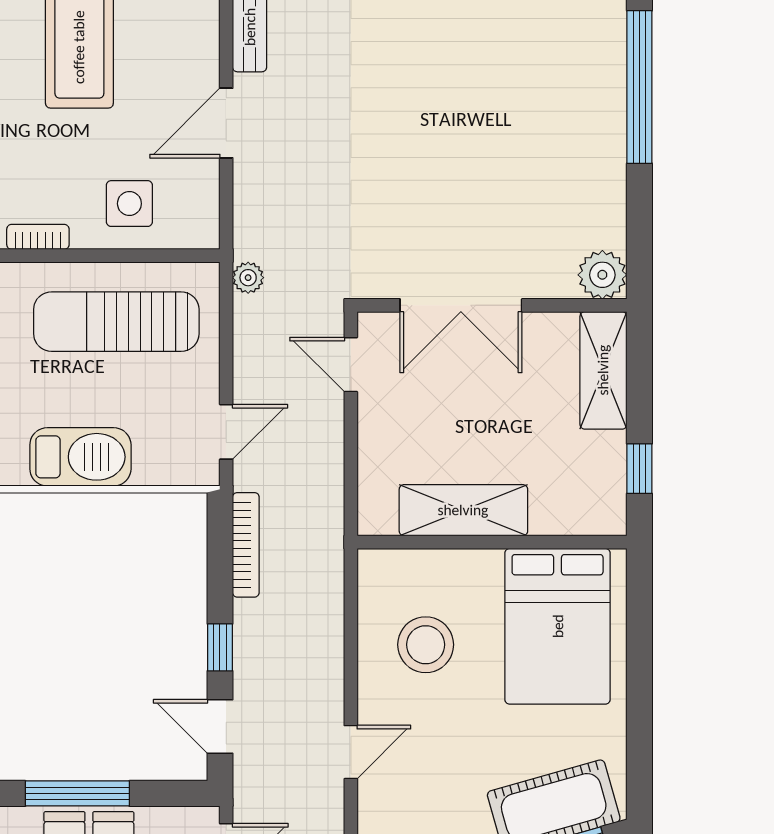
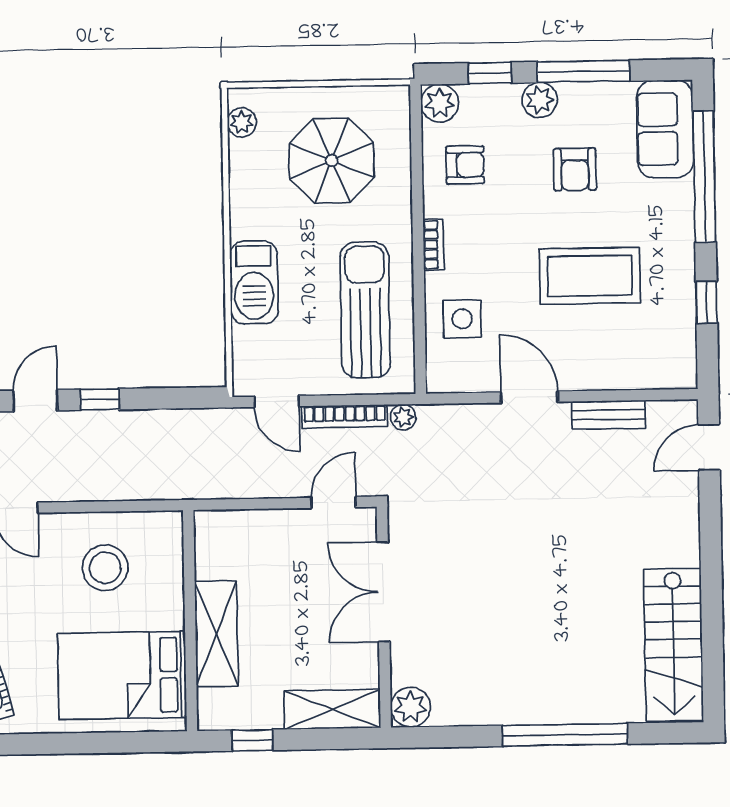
shelving: (463, 510) -> (216, 634), moved
bookcase: (246, 545) -> (345, 416), moved

